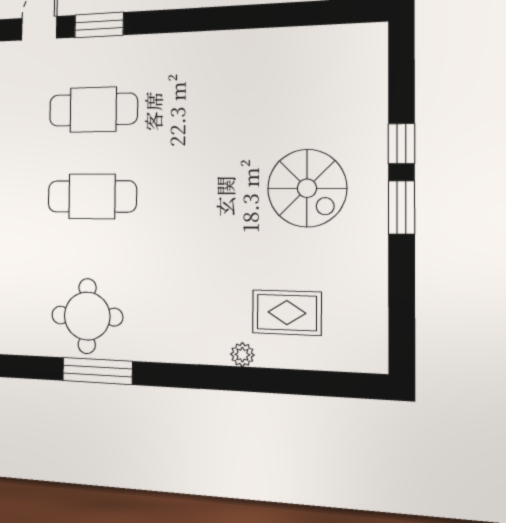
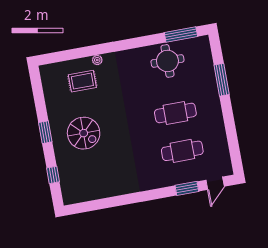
window: (401, 144) -> (53, 175), moved
spiral stairs: (307, 188) -> (84, 133), turned 180
window: (97, 371) -> (181, 34), moved

